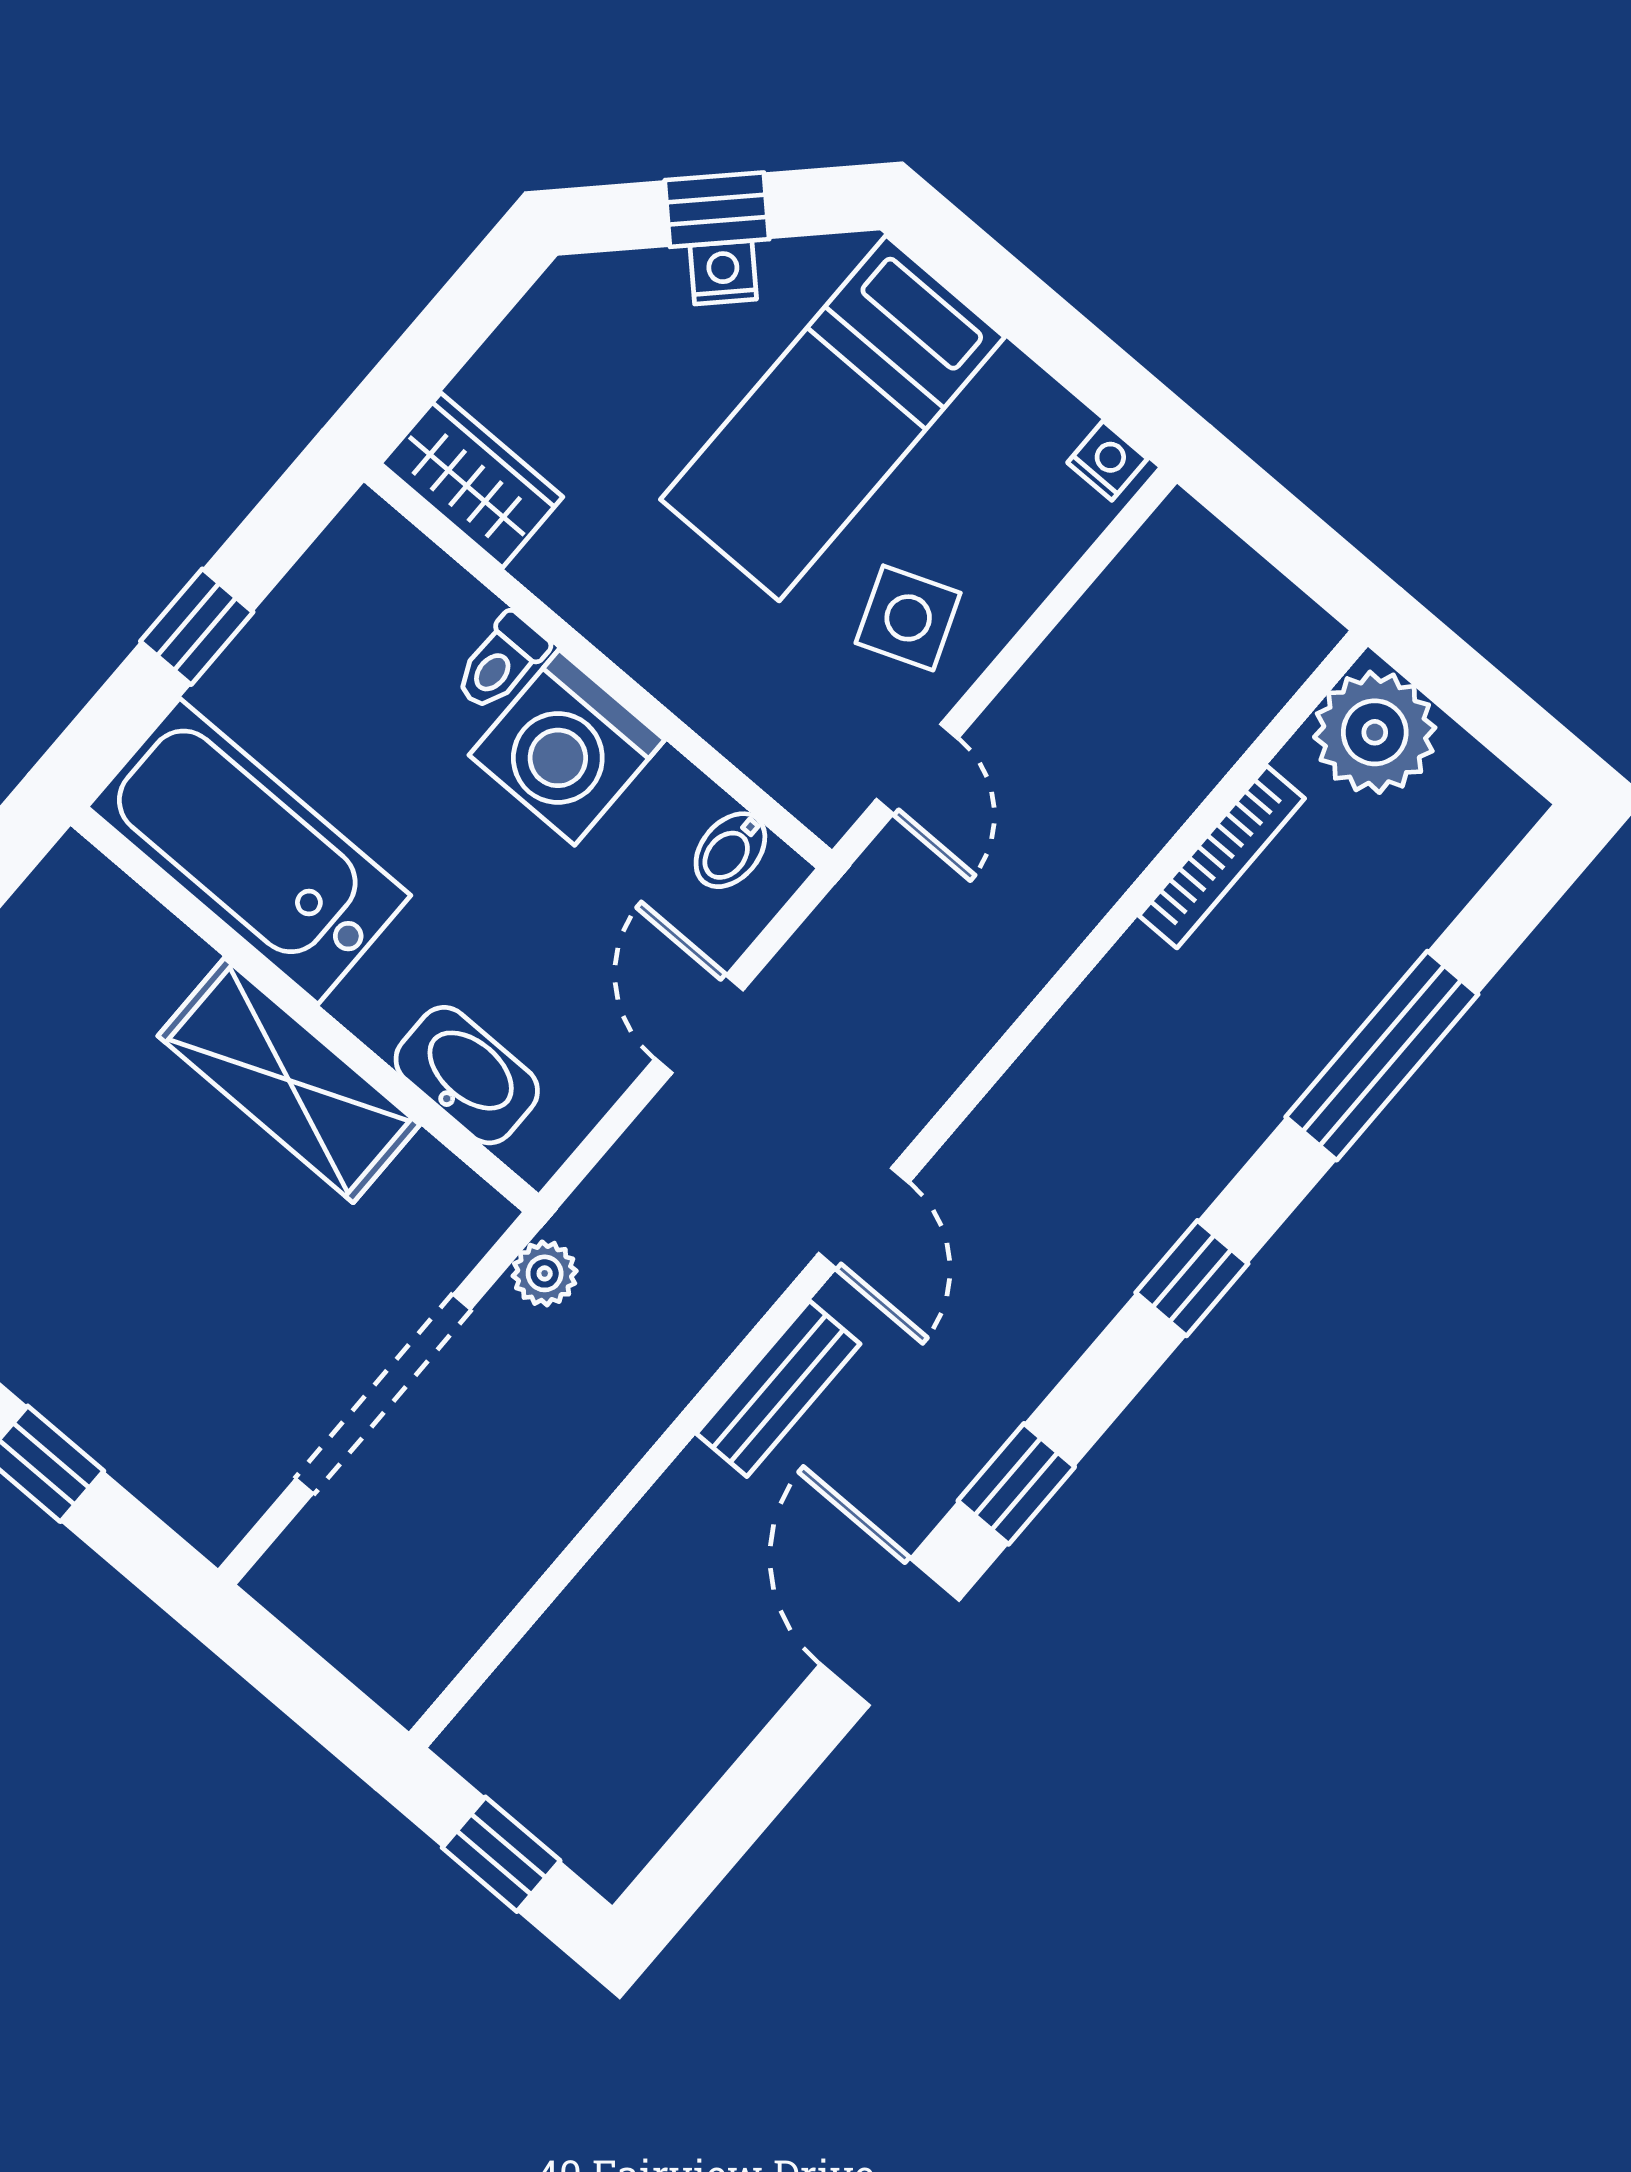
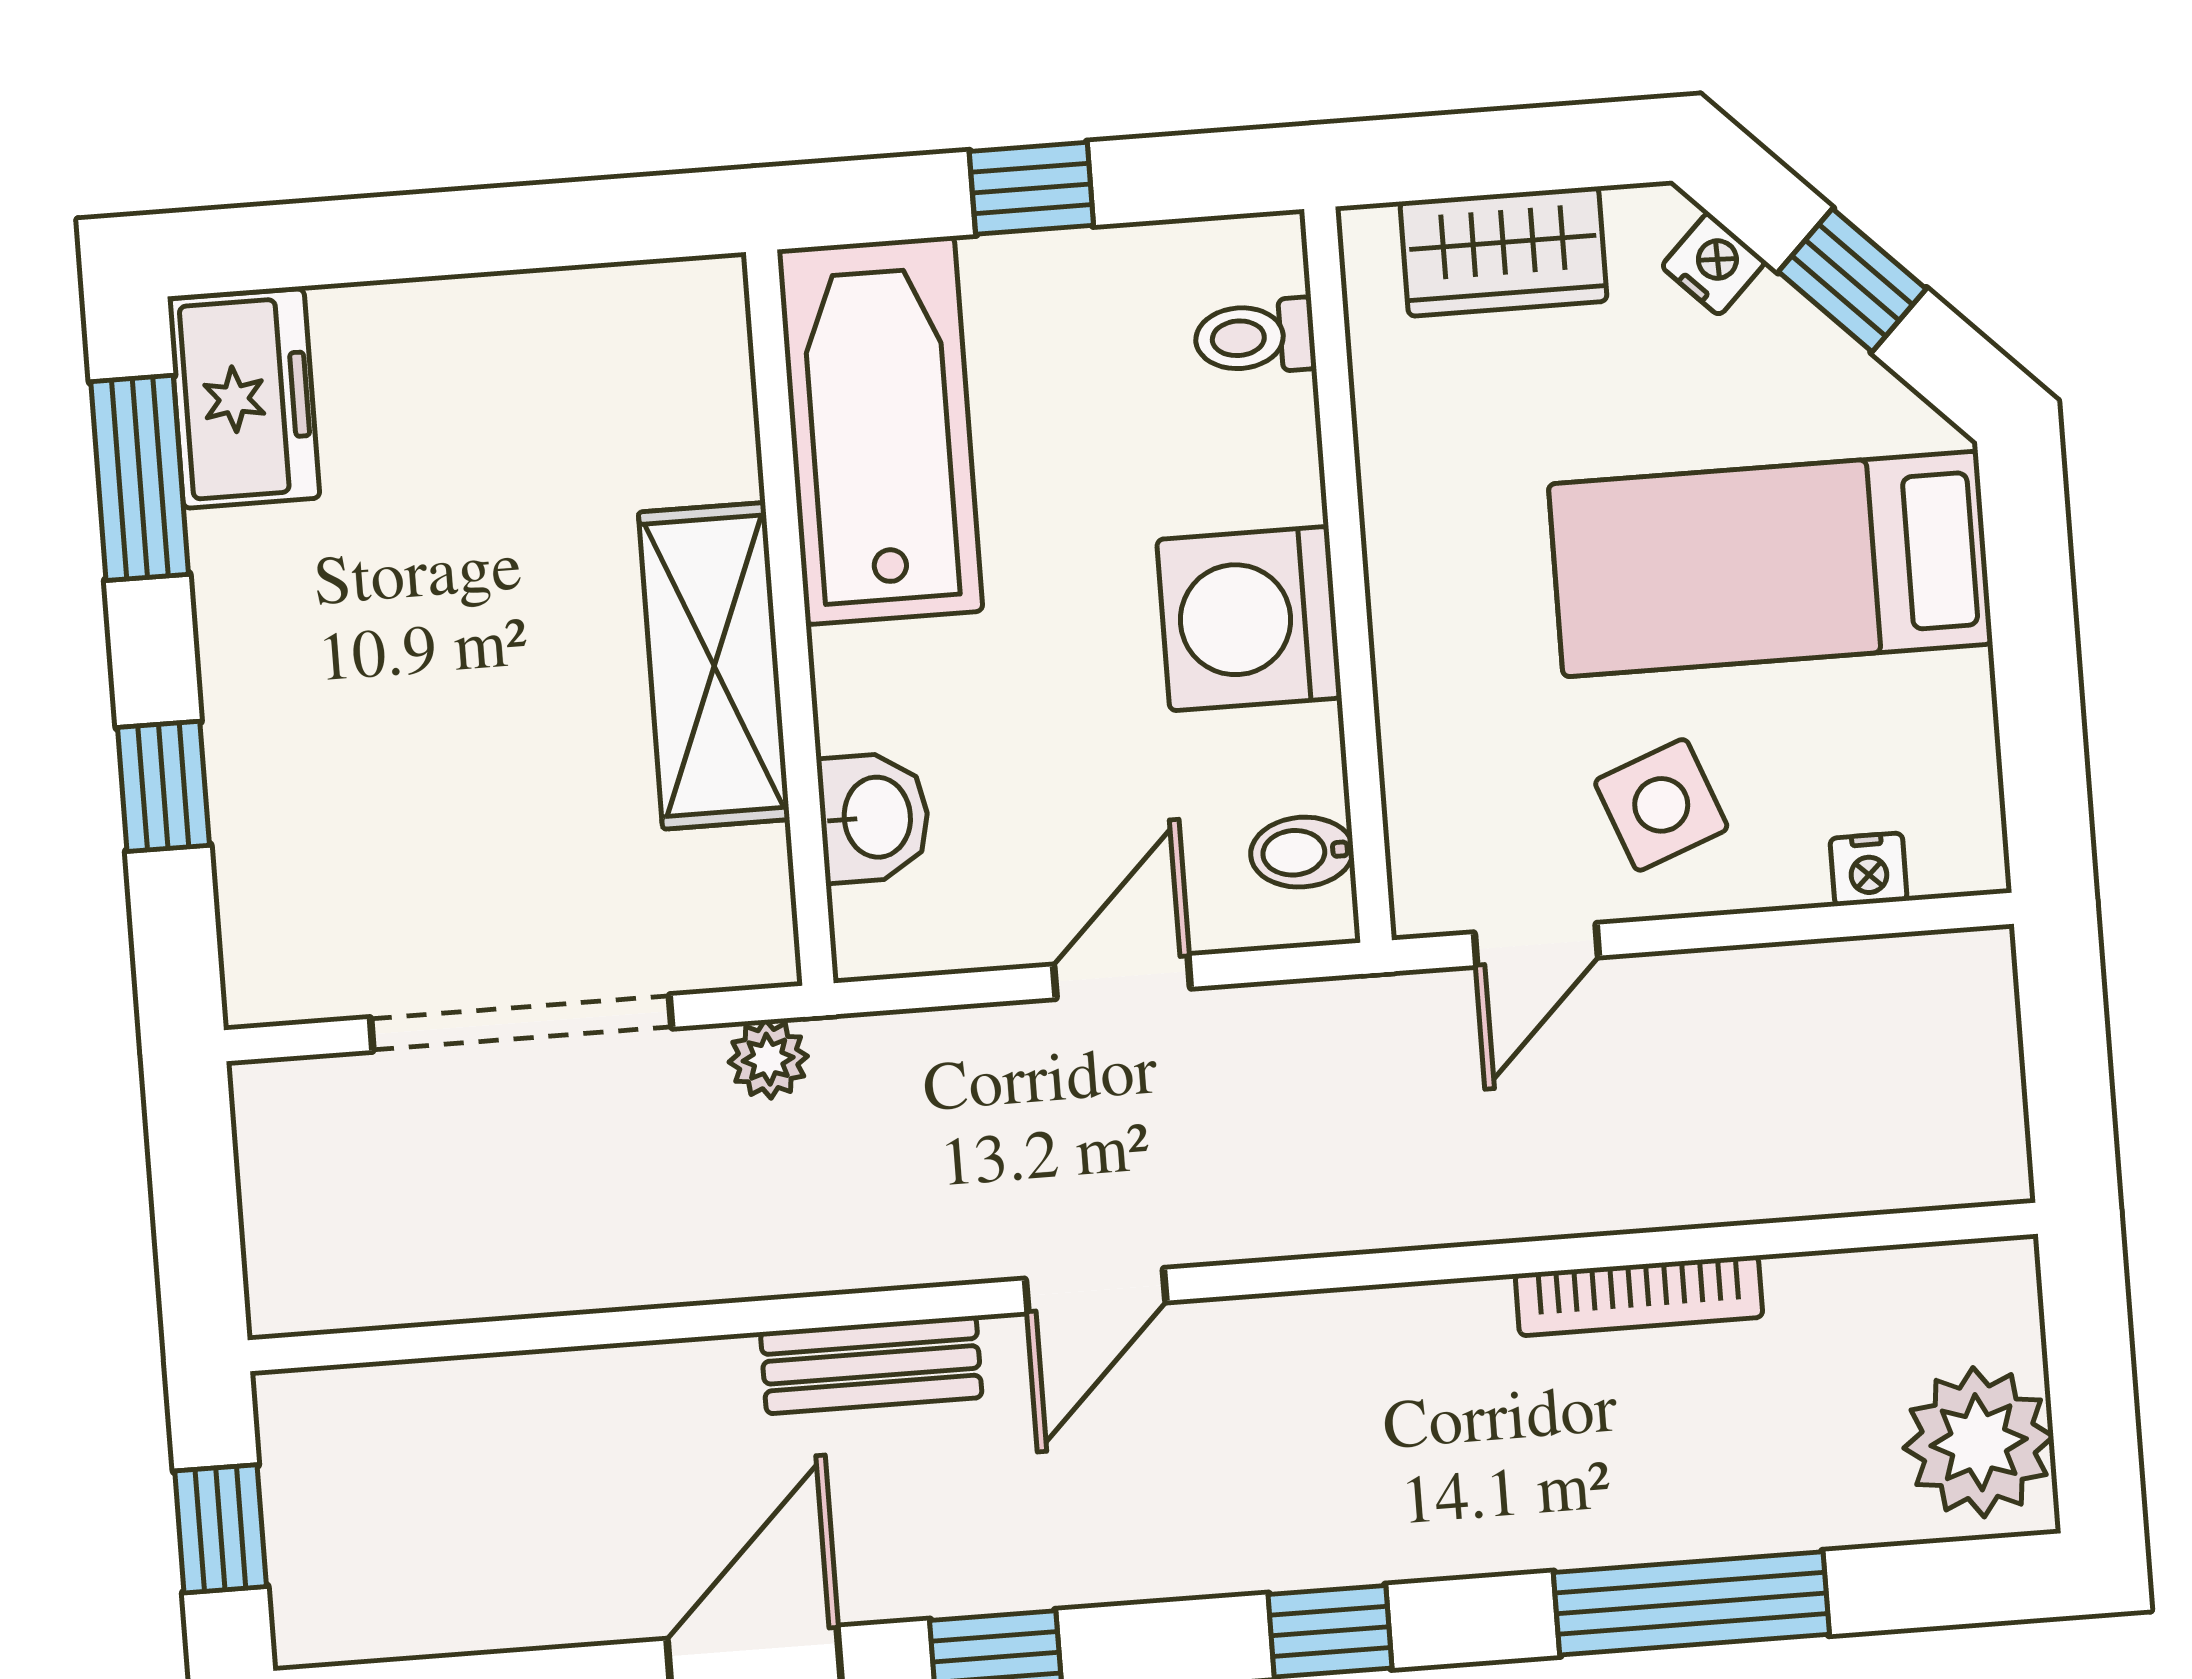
nightstand: (723, 272) -> (1714, 264), moved
nightstand: (1107, 461) -> (1869, 869), moved, turned 90
wardrobe: (472, 480) -> (1503, 251), moved, turned 90
toilet: (501, 662) -> (1255, 337), moved
plant: (1375, 732) -> (1979, 1442), moved
bookcase: (1222, 857) -> (1639, 1296), moved
washbasin: (467, 1075) -> (874, 817), width x0.72

